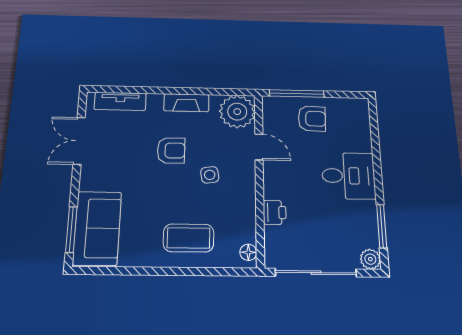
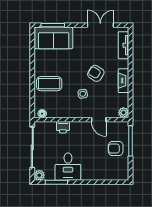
plant: (237, 112) -> (123, 113), width x0.53, depth x0.53
armchair: (312, 119) -> (116, 149), turned 88
door: (259, 147) -> (99, 120), hinge flipped
armchair: (171, 150) -> (96, 73), turned 122
desk: (348, 176) -> (68, 167), moved
coffee table: (189, 238) -> (49, 84), turned 90

